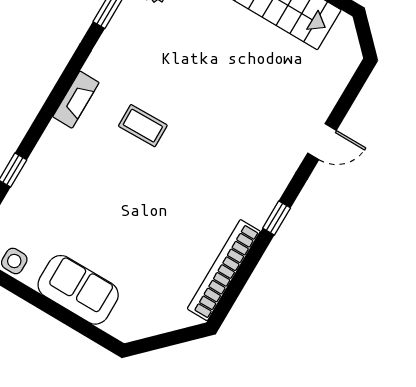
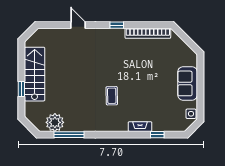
fireplace: (76, 100) -> (140, 127), moved

